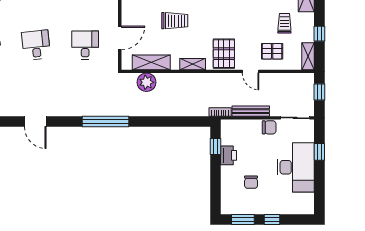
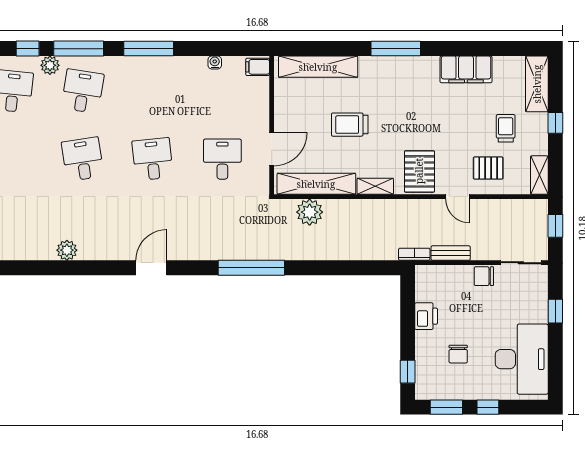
trolley: (175, 21) -> (350, 125), turned 180
window: (319, 34) -> (555, 123), moved
shelving: (151, 62) -> (316, 184), width x1.47
bench: (251, 111) -> (451, 253), width x0.73
door: (35, 121) -> (151, 268), swing flipped
chair: (269, 127) -> (484, 276), turned 180
window: (215, 146) -> (408, 372), moved
desk: (296, 167) -> (522, 359), moved

